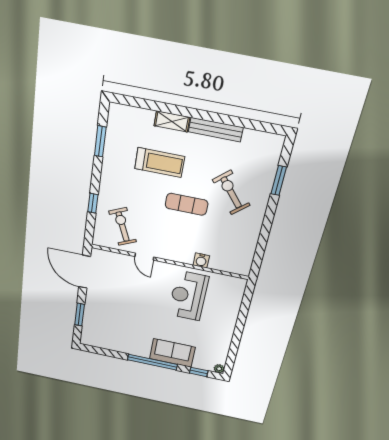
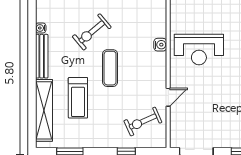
shelving: (172, 121) -> (44, 110), width x2.20, depth x1.33
water cooler: (249, 135) -> (41, 28), added
treadmill: (160, 163) -> (78, 98), turned 180

